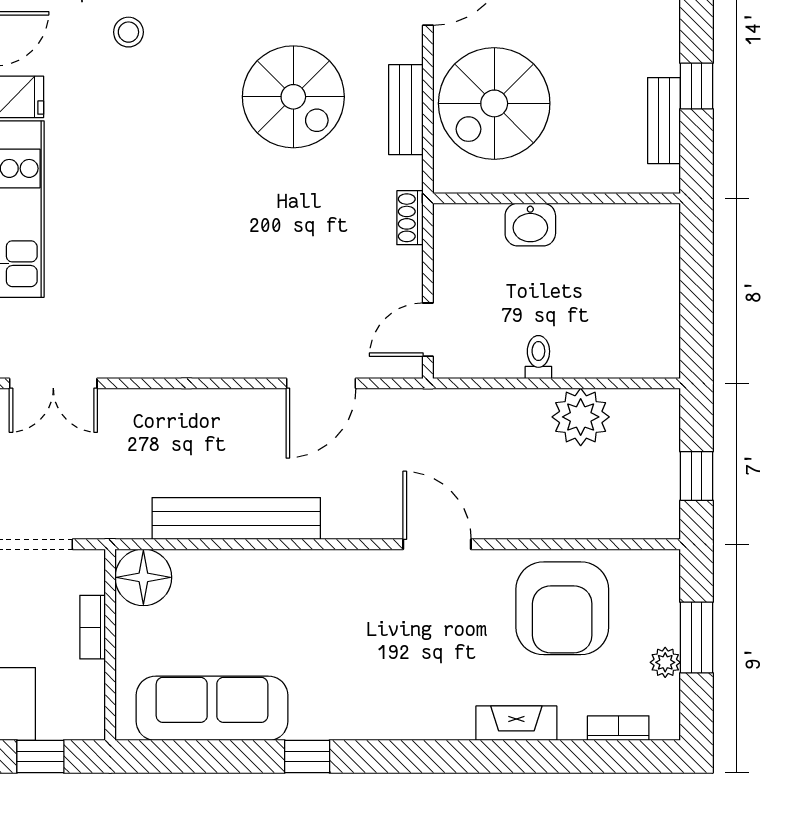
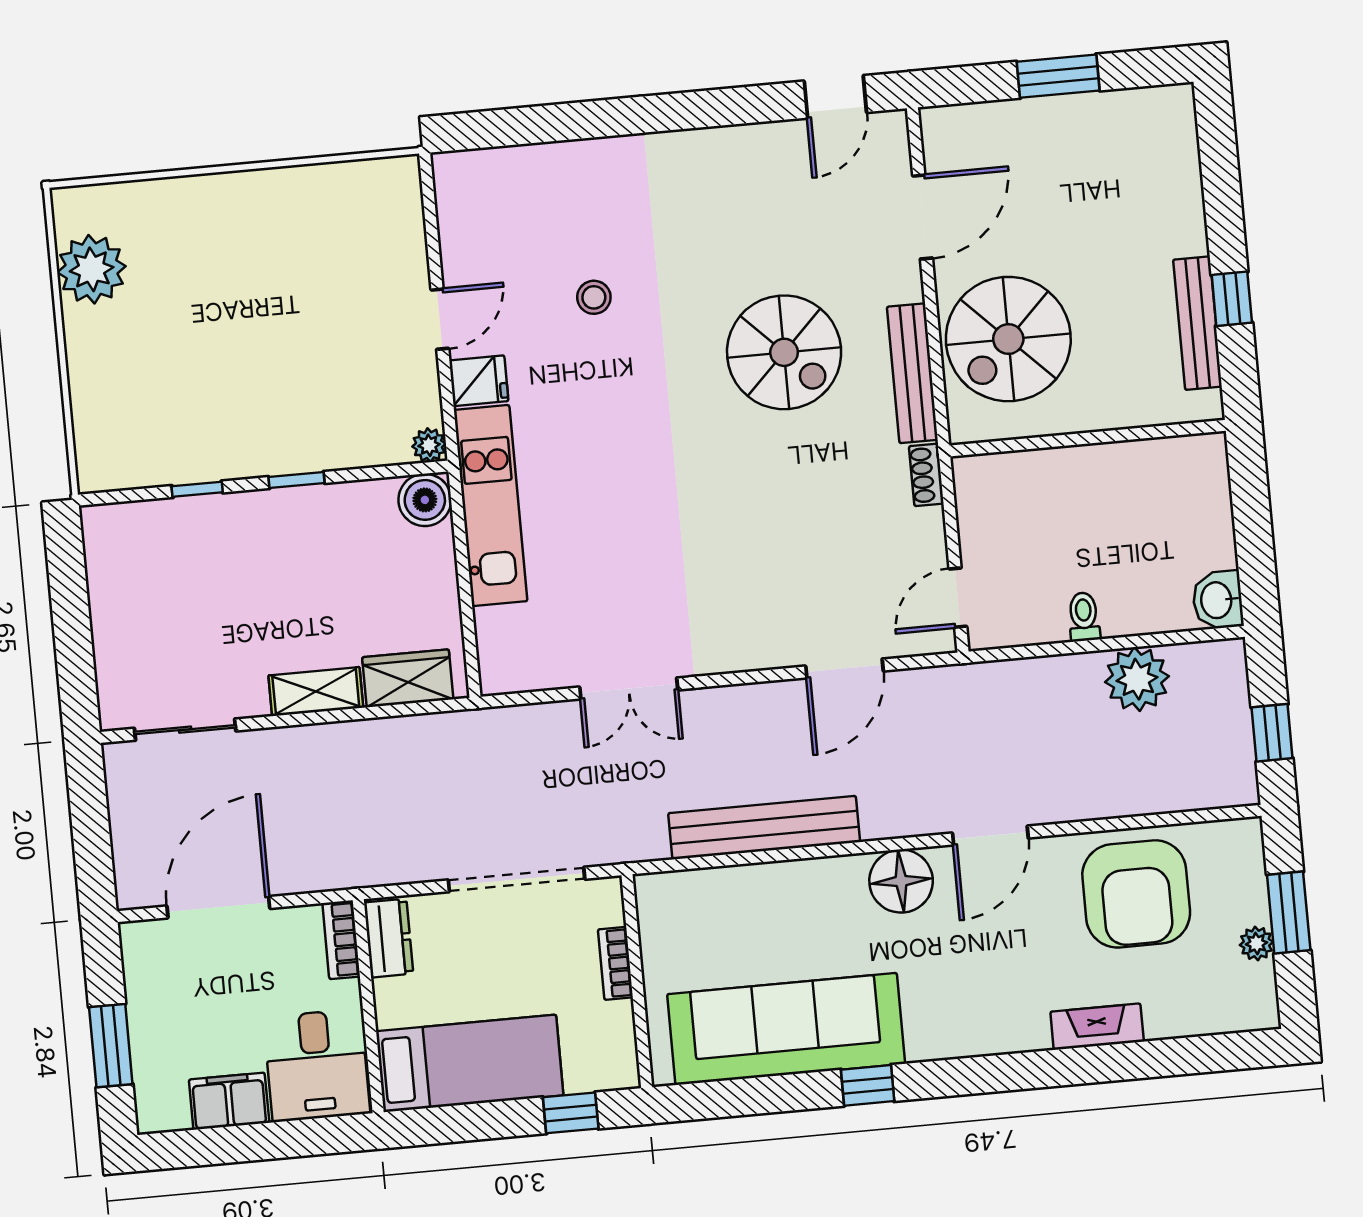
bench: (406, 110) -> (912, 373), width x1.36
bench: (664, 121) -> (1198, 323), width x1.36
washbasin: (530, 225) -> (1218, 600), moved, turned 90
double door: (53, 383) -> (629, 689), moved
door: (437, 544) -> (990, 836), swing flipped
floor lamp: (143, 577) -> (901, 881), moved
sofa: (212, 708) -> (786, 1029), width x1.36, depth x1.27
bookcase: (618, 728) -> (1211, 1022), removed

